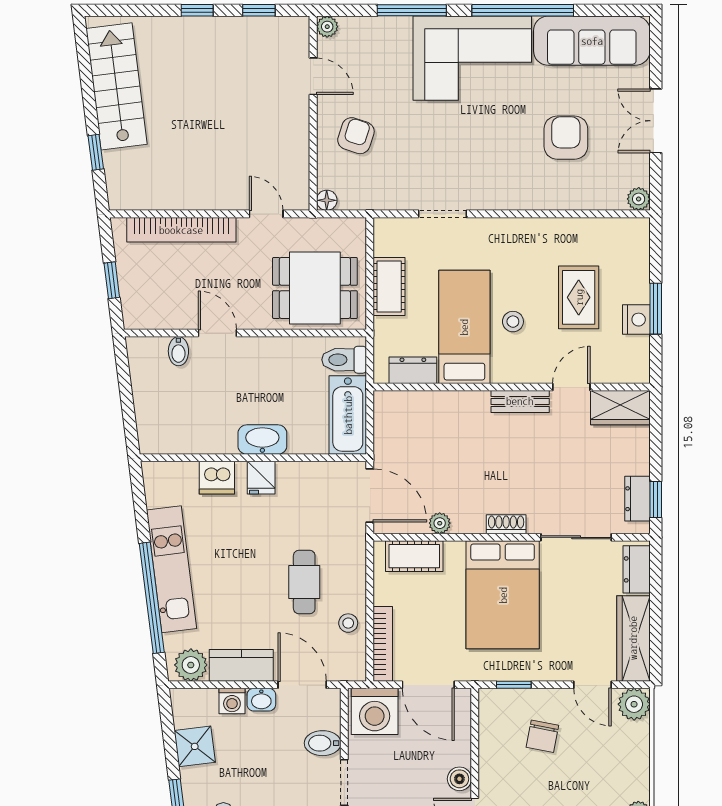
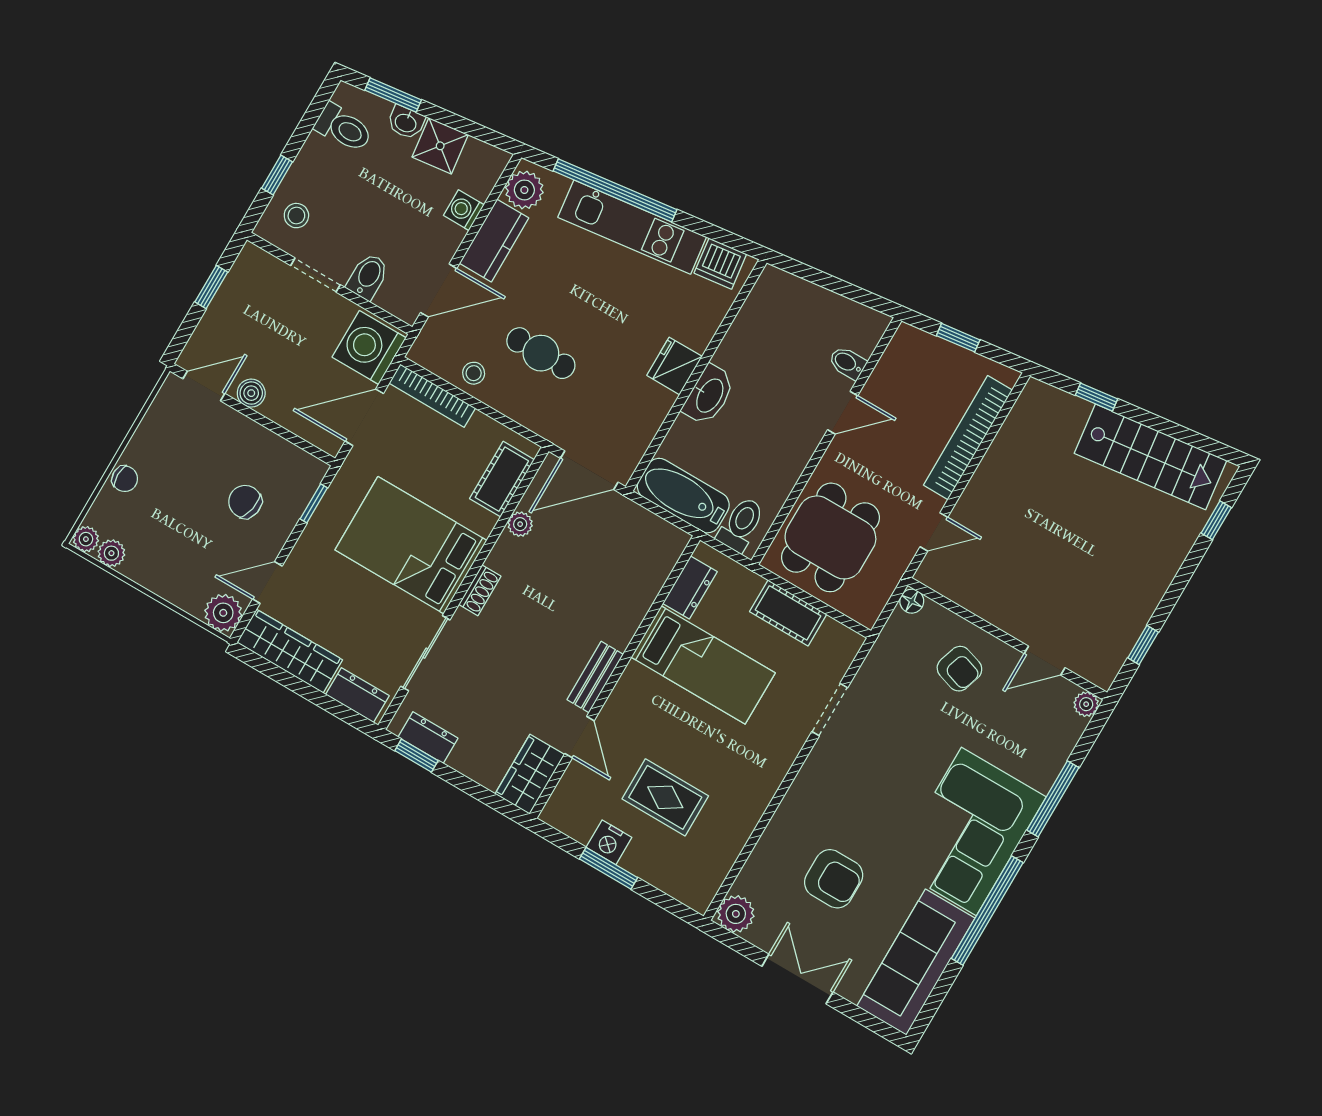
window: (197, 10) -> (1216, 520), moved
plant: (639, 199) -> (736, 914), width x1.38, depth x1.38
stool: (513, 322) -> (680, 717), removed
dishwasher: (217, 478) -> (720, 264), moved, turned -97
fridge: (261, 478) -> (674, 366), width x1.38
washbasin: (261, 700) -> (406, 122), moved, turned -97

